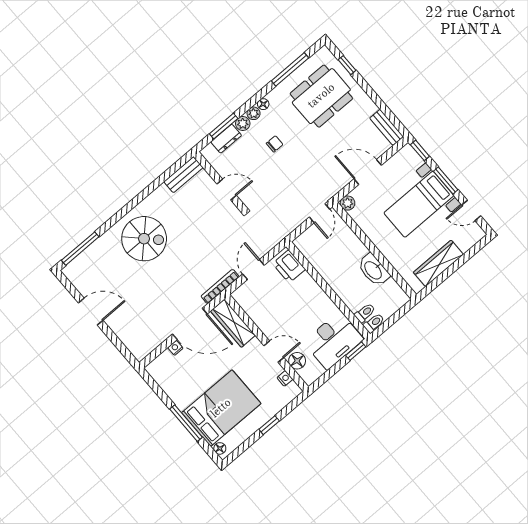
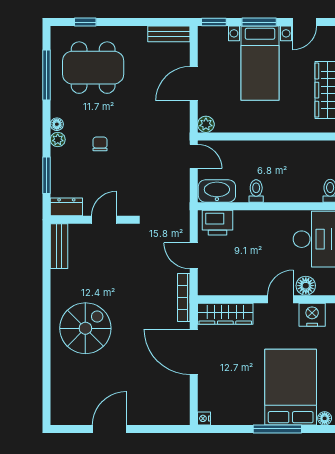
dining table: (321, 96) -> (93, 68), turned 90
plant: (243, 124) -> (59, 157), removed
dresser: (226, 139) -> (66, 207), moved, turned -90
window: (80, 249) -> (47, 391), removed
washbasin: (373, 270) -> (217, 191), moved, turned 180
toilet: (365, 313) -> (256, 191), moved
door: (190, 324) -> (194, 352), swing flipped
nightstand: (175, 348) -> (204, 418), moved
nightstand: (285, 378) -> (312, 315), width x1.89, depth x1.79

